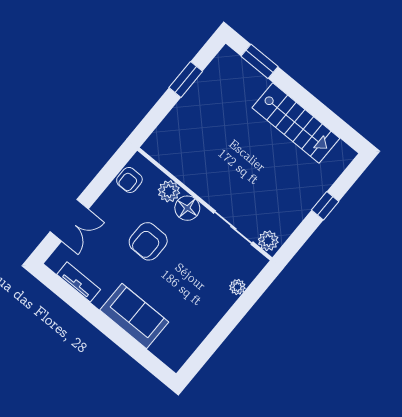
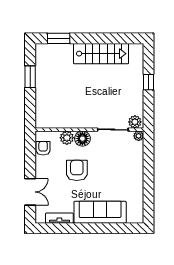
armchair: (129, 180) -> (43, 148), turned 180
armchair: (148, 241) -> (77, 170), turned 180
plant: (237, 287) -> (139, 136), moved
sofa: (134, 316) -> (100, 212), width x1.36

